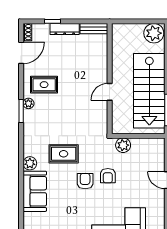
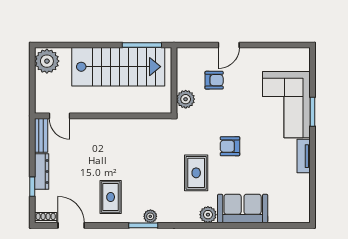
door: (110, 92) -> (60, 116), moved
plant: (28, 103) -> (150, 216), moved
armchair: (108, 176) -> (214, 80), moved

